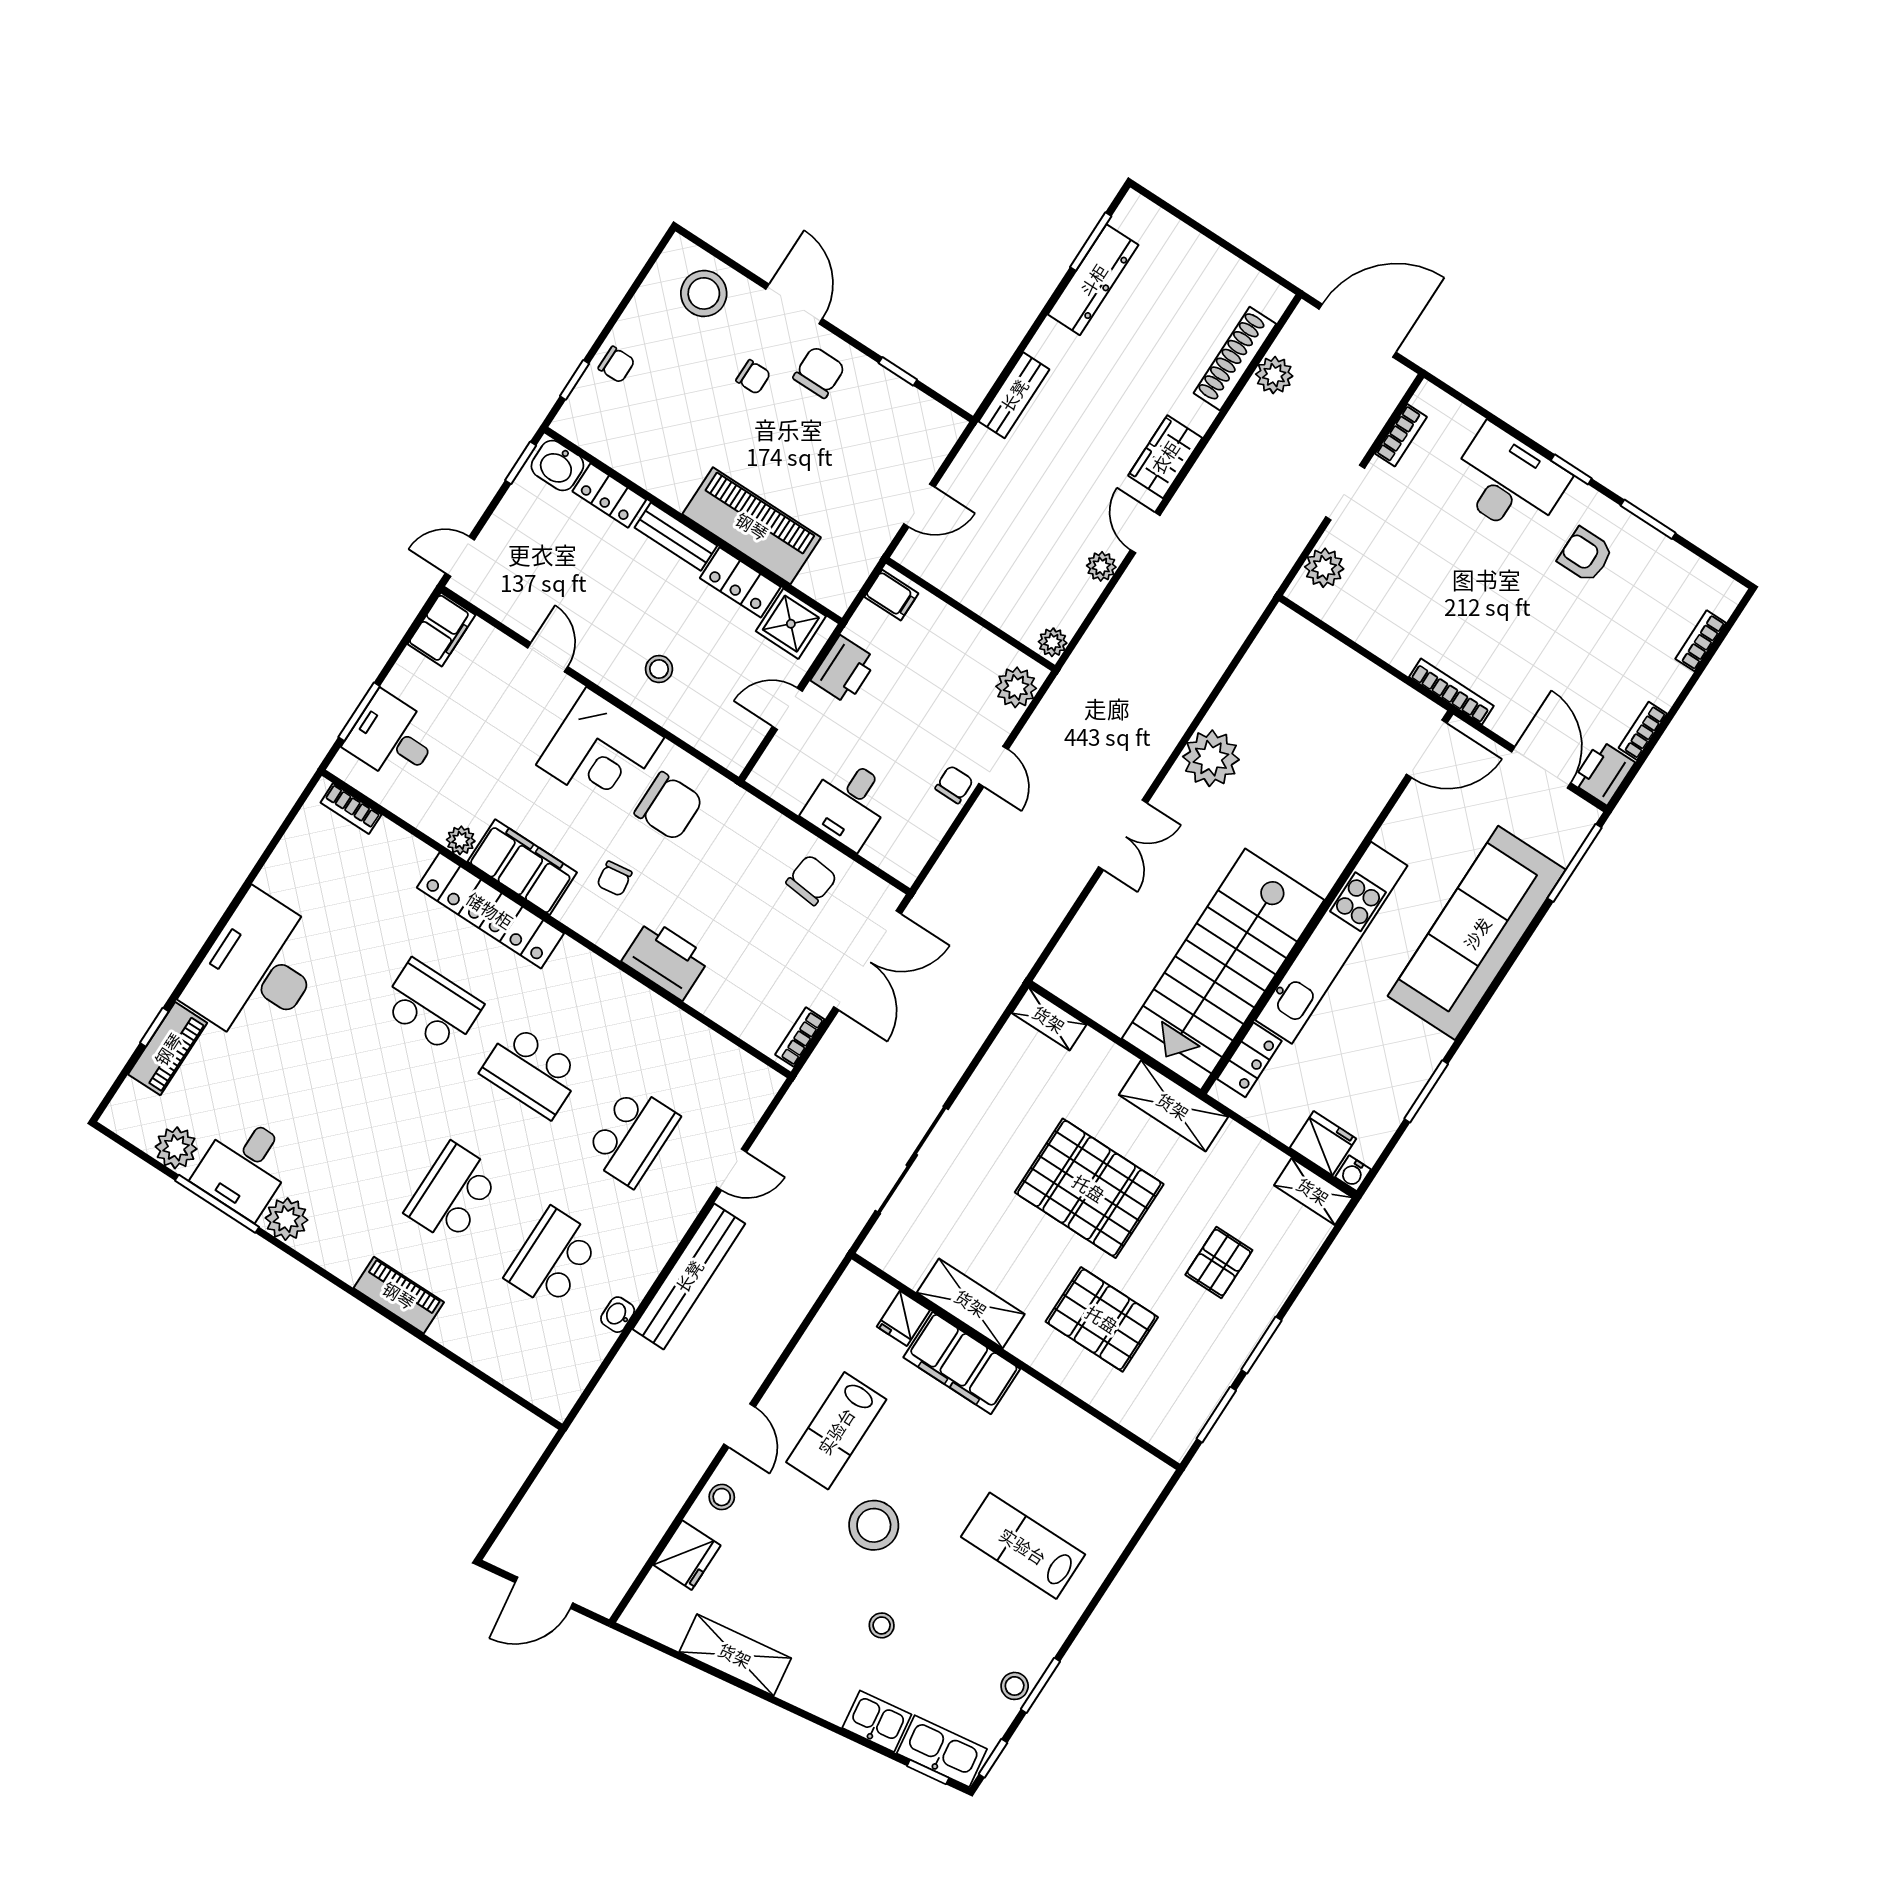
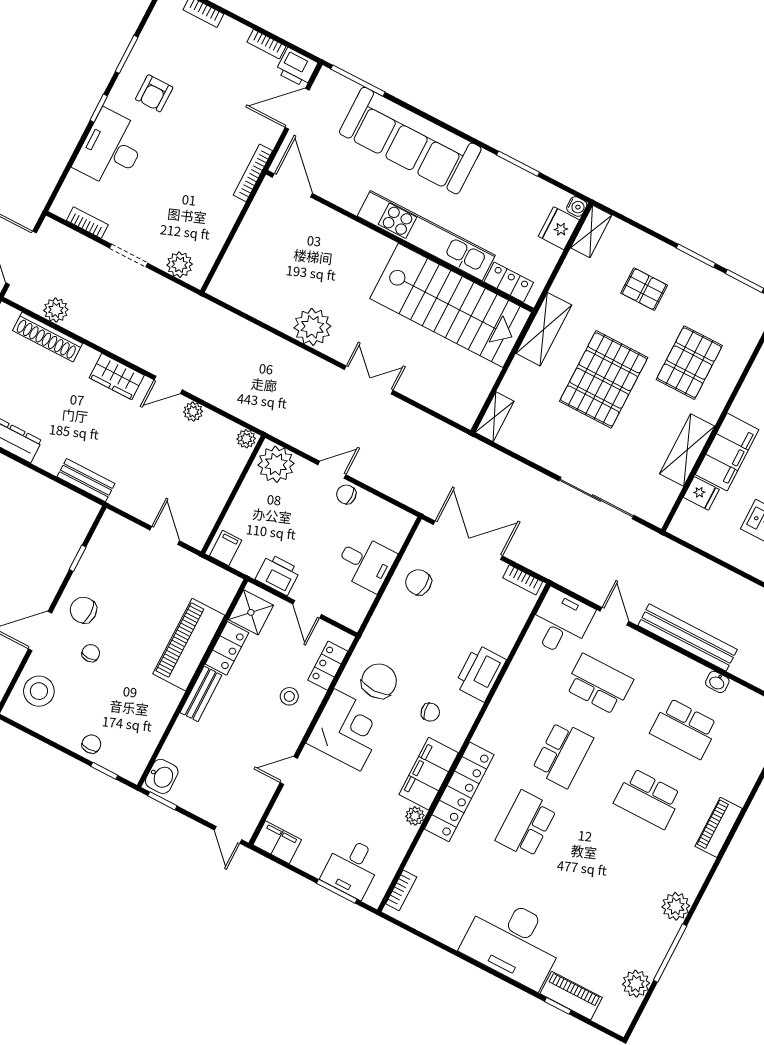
locker: (609, 496) -> (328, 666), moved, turned 180
plant: (1016, 687) -> (276, 464), width x1.36, depth x1.36
desk: (245, 1167) -> (561, 623), moved, turned -90

